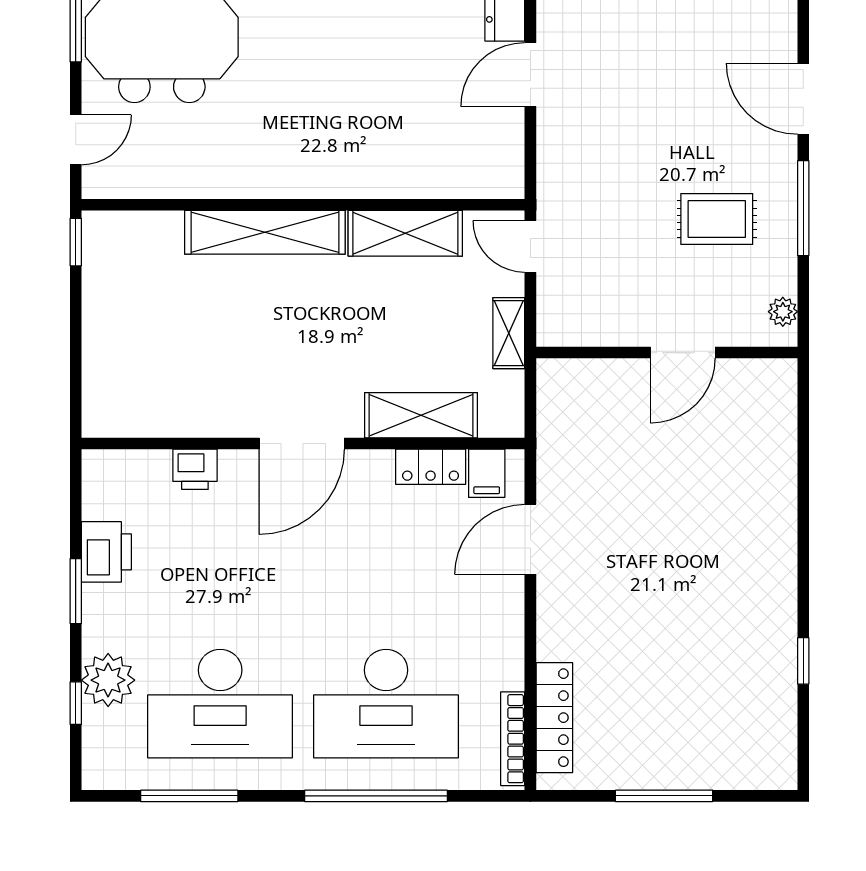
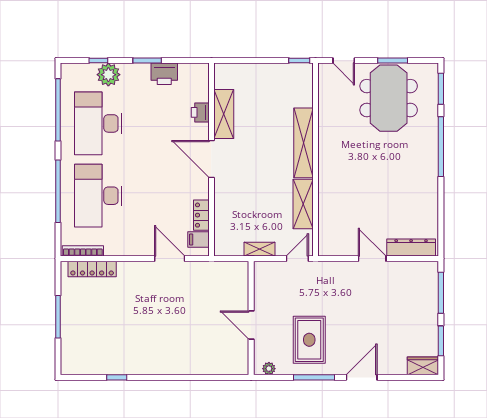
rug: (717, 219) -> (309, 340), width x1.36, depth x1.43
shelving: (421, 415) -> (224, 114), moved
window: (189, 796) -> (58, 110), width x1.46

